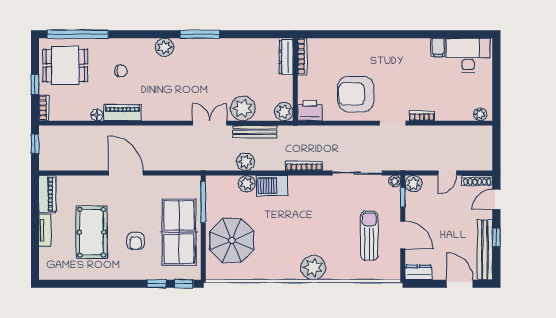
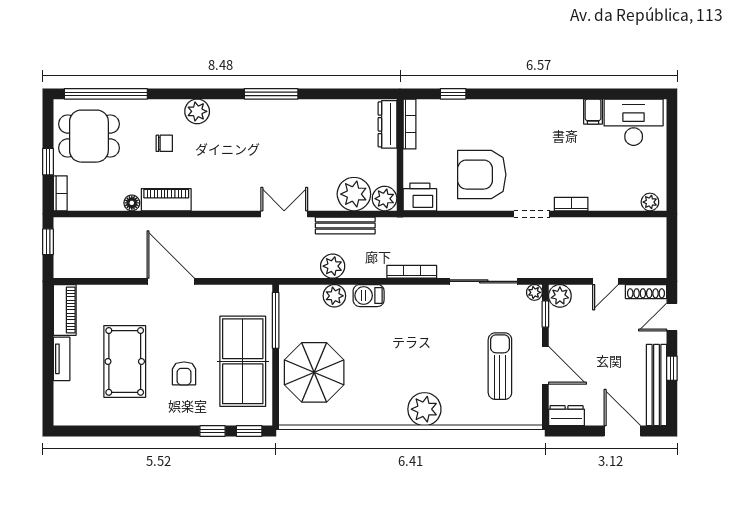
window: (335, 34) -> (453, 94), added
plant: (165, 47) -> (197, 111), moved
plant: (243, 108) -> (354, 194), moved
barbecue: (272, 186) -> (369, 296), width x0.73, depth x0.79

